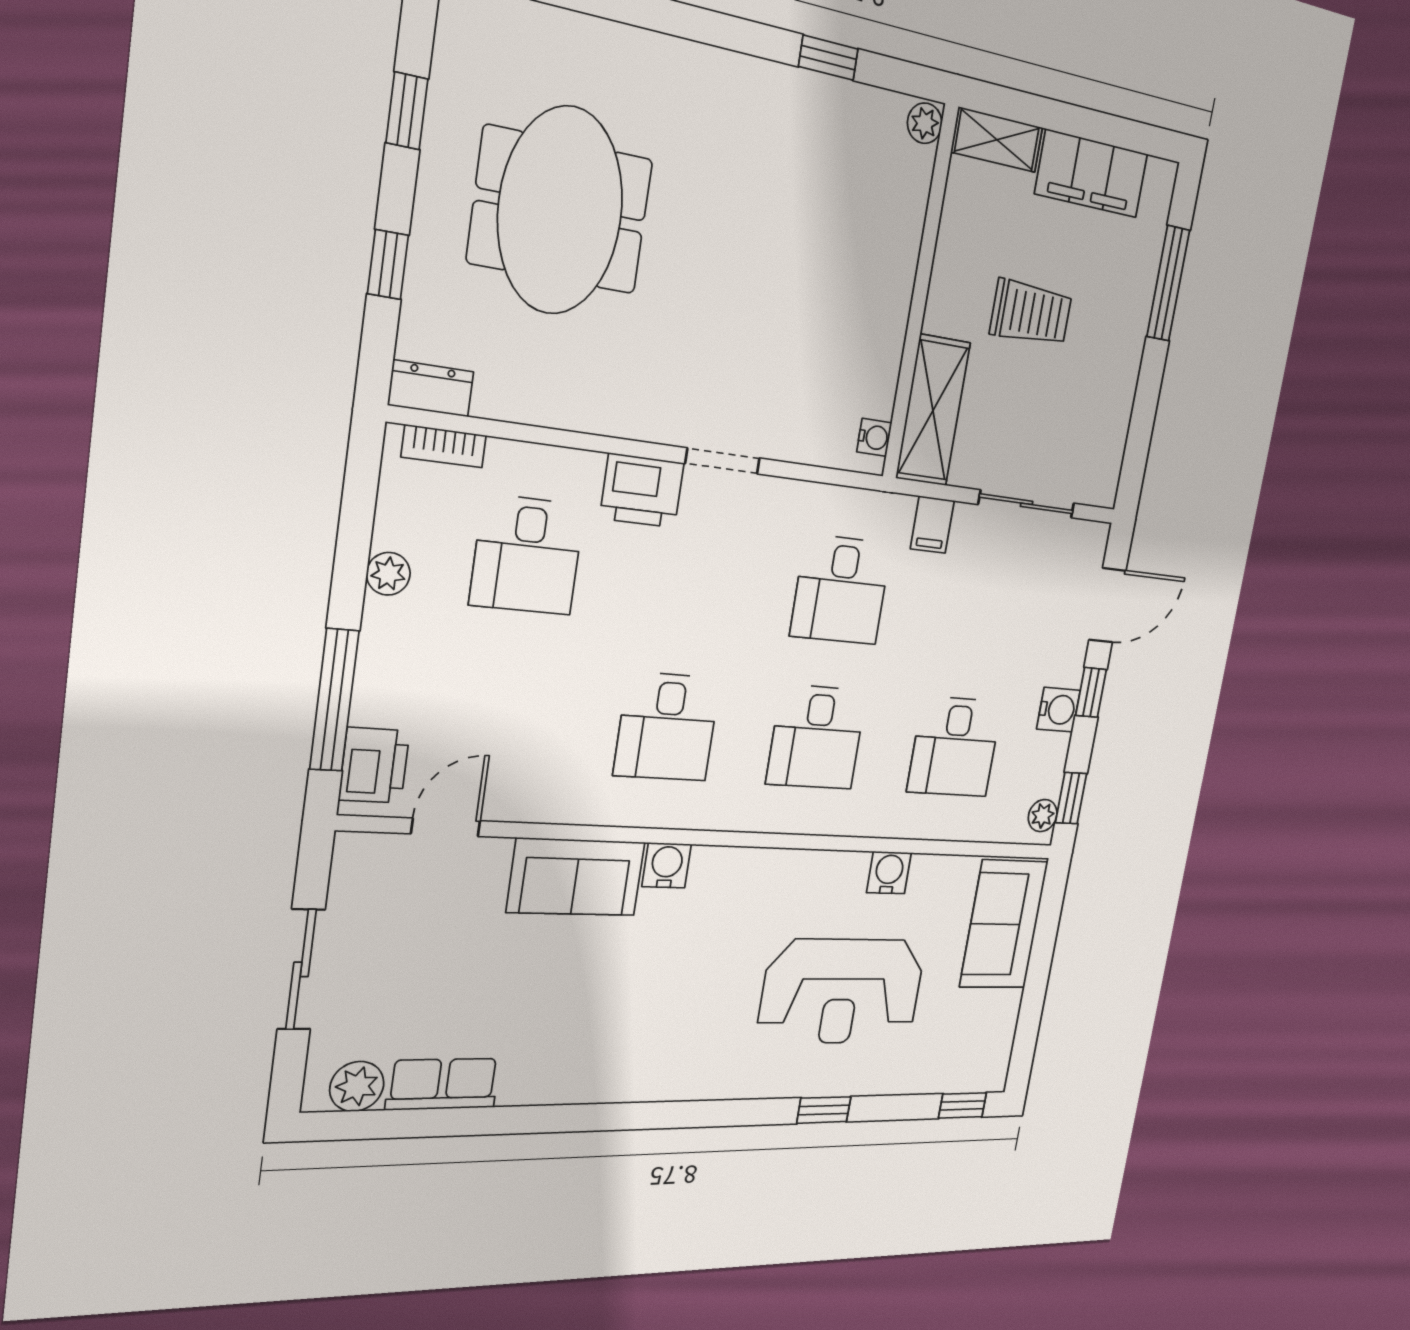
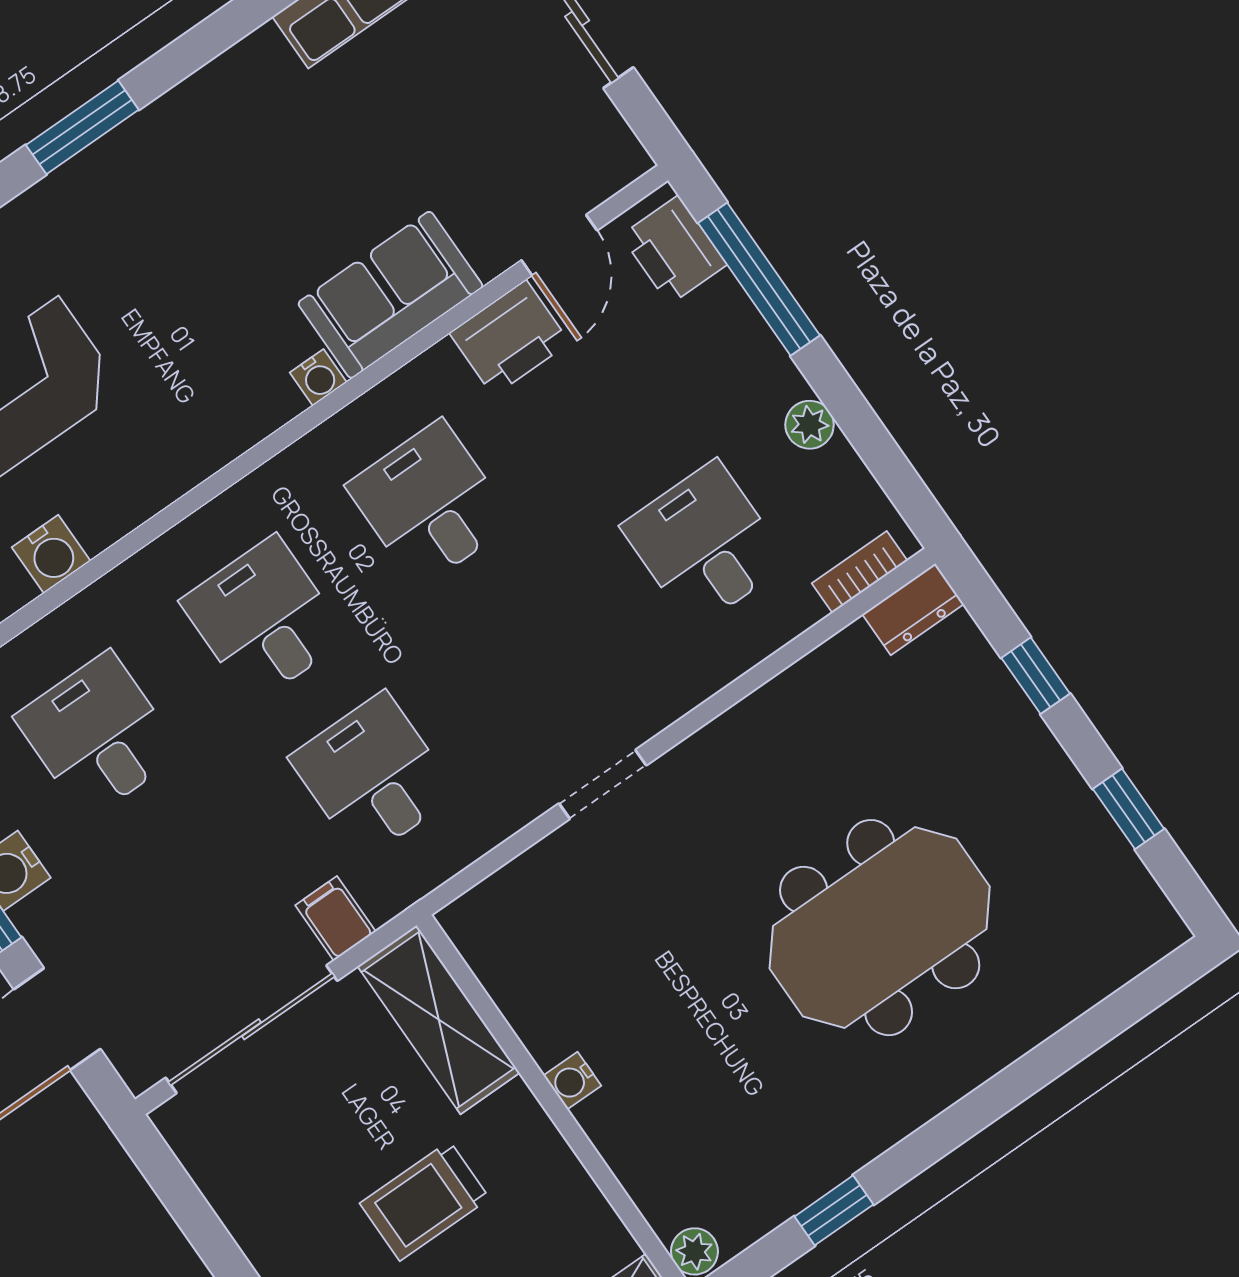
meeting table: (560, 211) -> (880, 928), moved, turned 90
water cooler: (874, 437) -> (572, 1081), moved
printer: (642, 491) -> (510, 338), moved, turned 180
sliding door: (1027, 504) -> (252, 1029), width x1.37
water cooler: (667, 865) -> (318, 377), width x0.72, depth x0.72
window: (659, 1115) -> (82, 127), added

